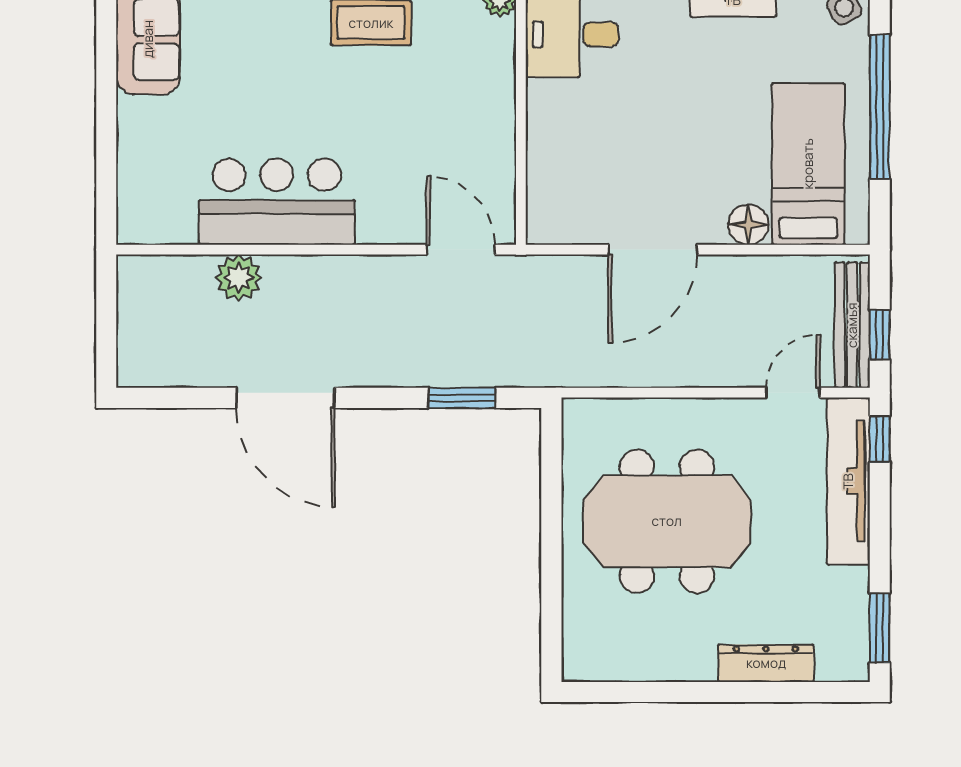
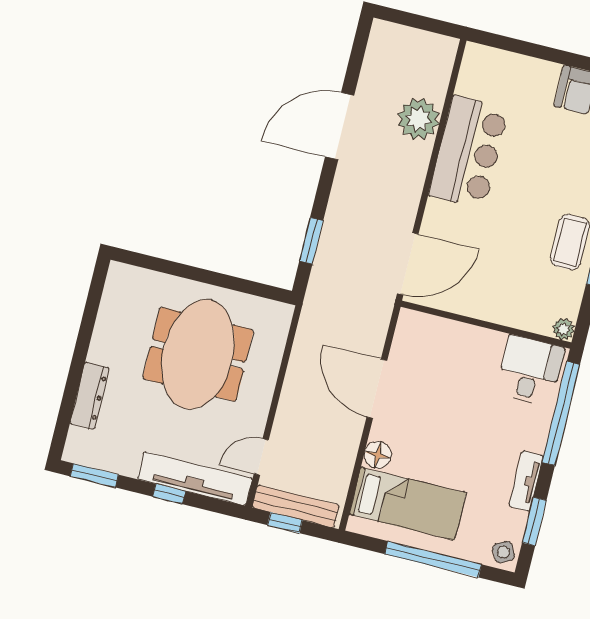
door: (461, 250) -> (408, 264), width x1.36
plant: (239, 278) -> (418, 119), width x1.36, depth x1.36
door: (793, 393) -> (261, 457), swing flipped
window: (880, 439) -> (169, 494), moved

